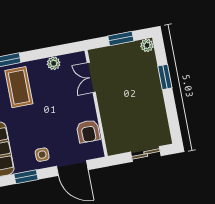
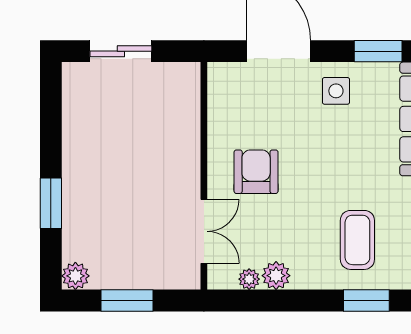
plant: (66, 59) -> (249, 279), added
coffee table: (19, 87) -> (357, 240), width x0.73, depth x0.76
armchair: (88, 131) -> (256, 172), moved

